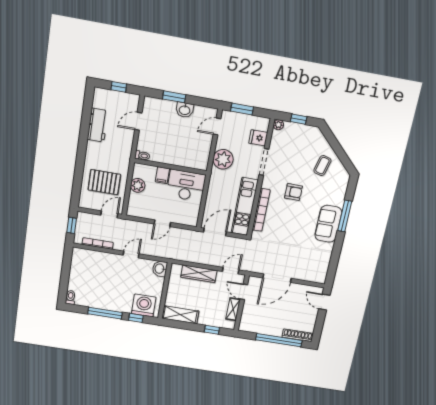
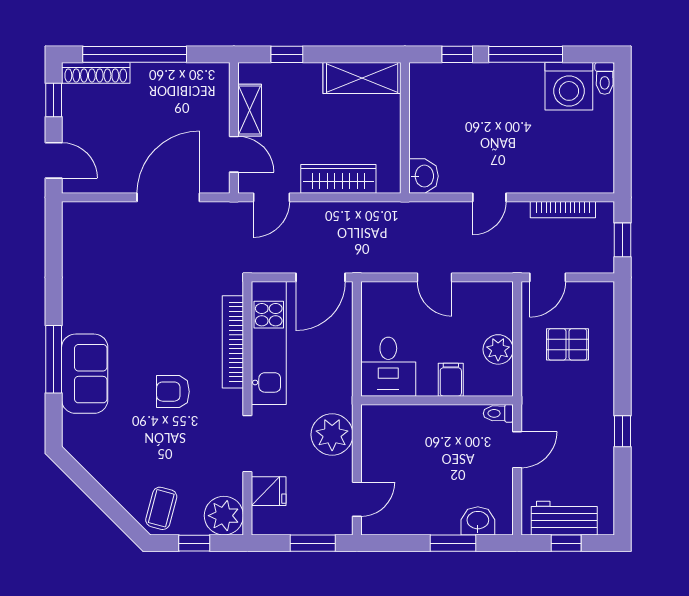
washbasin: (185, 110) -> (478, 521), moved
door: (138, 121) -> (517, 450), moved
workbench: (98, 125) -> (564, 518), moved, turned 90
plant: (278, 125) -> (224, 516), width x1.88, depth x1.88
window: (84, 137) -> (623, 431), added
coffee table: (322, 166) -> (161, 508), moved
pallet: (104, 182) -> (568, 344), width x0.67, depth x0.71
desk: (186, 185) -> (388, 367), width x0.73
door: (162, 223) -> (434, 277), swing flipped
sofa: (328, 224) -> (85, 374), moved
washing machine: (144, 305) -> (569, 86), moved
window: (319, 327) -> (54, 100), added

